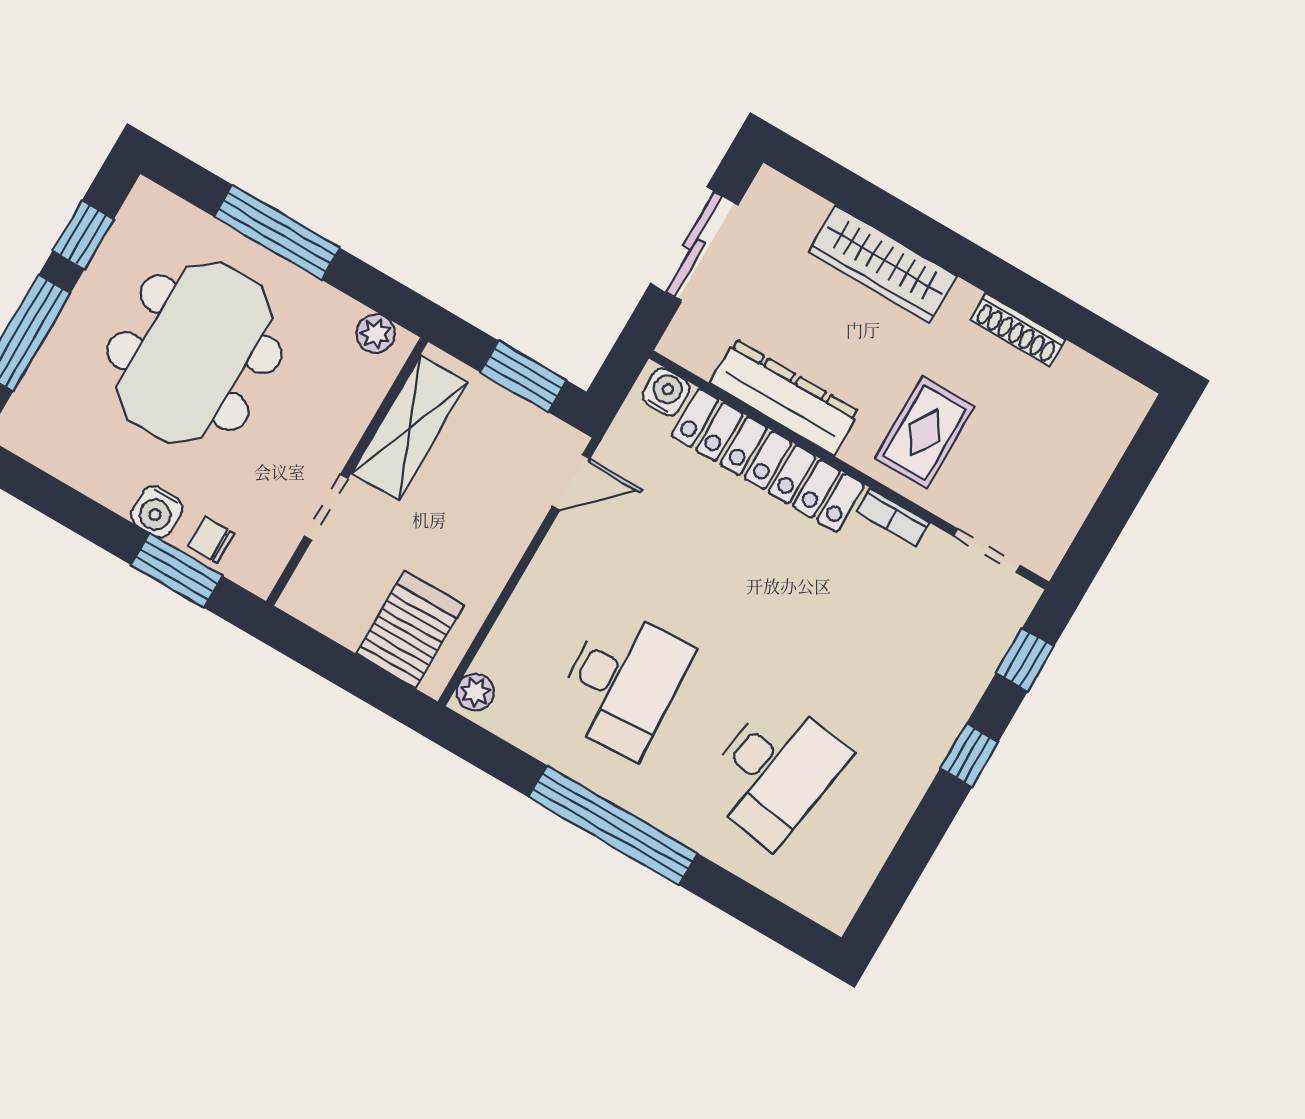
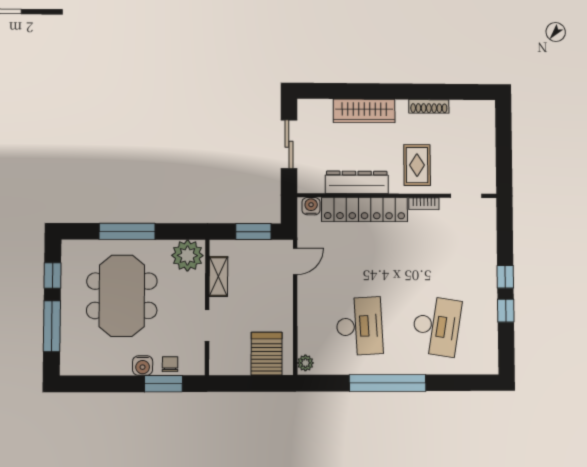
plant: (376, 334) -> (187, 255), width x1.88, depth x1.88
shelving: (410, 428) -> (218, 276), width x0.67, depth x0.75
chair: (211, 540) -> (170, 364), turned 90
window: (1025, 660) -> (506, 311), moved

